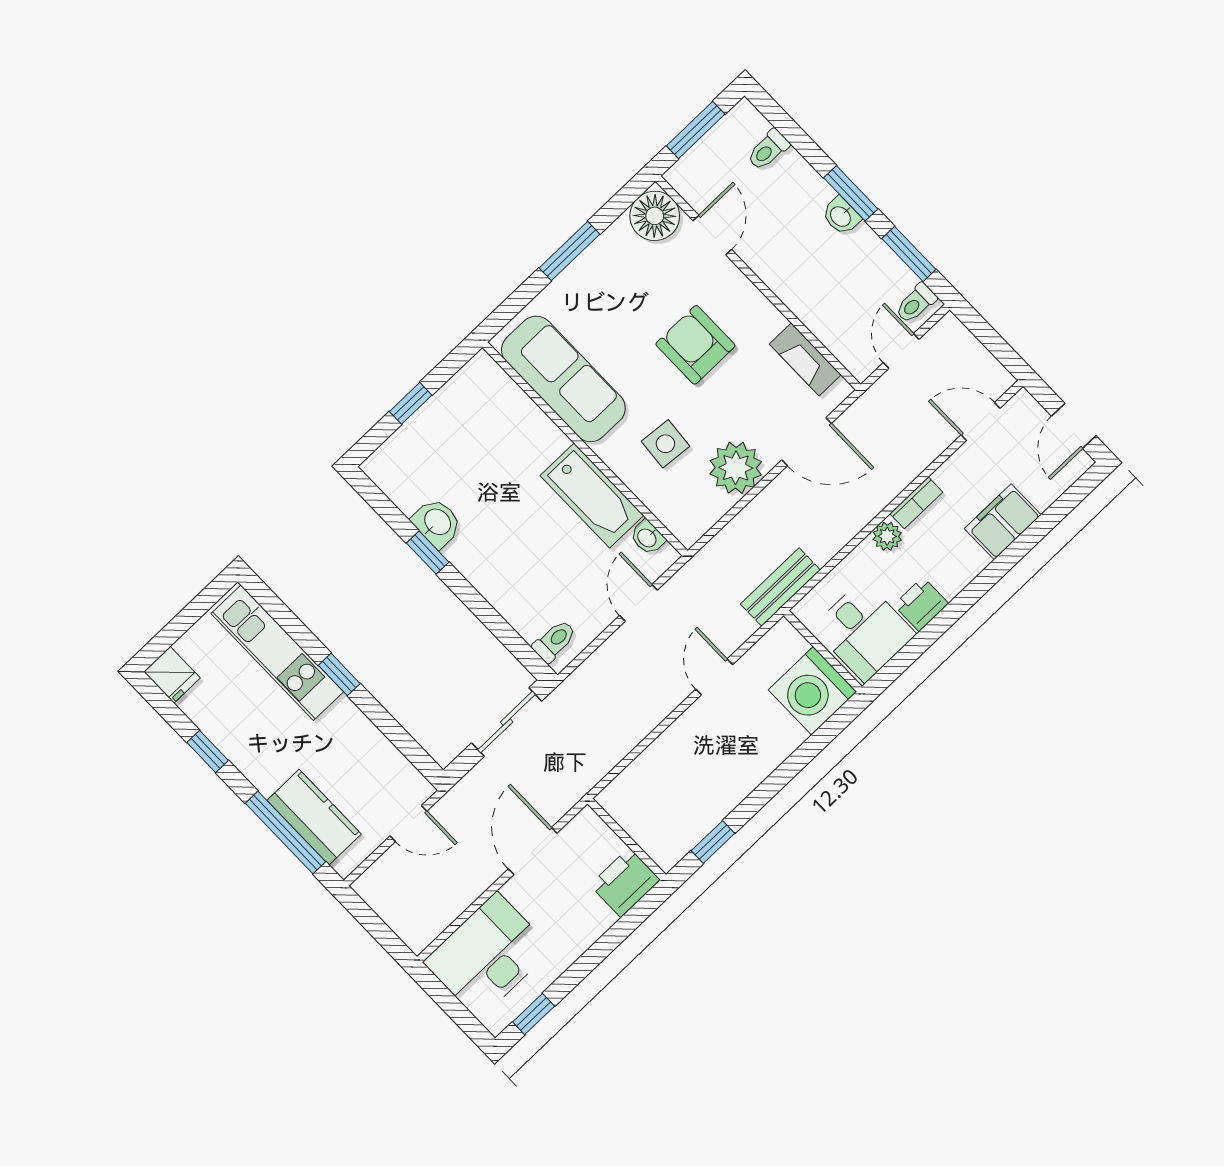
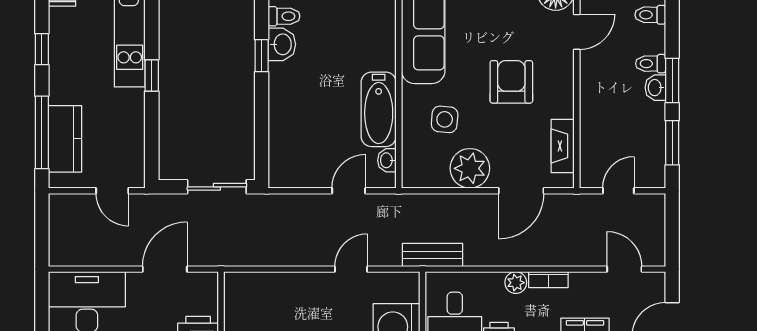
toilet: (916, 303) -> (651, 64), moved
door: (807, 442) -> (521, 191), hinge flipped
toilet: (554, 641) -> (284, 16), moved

